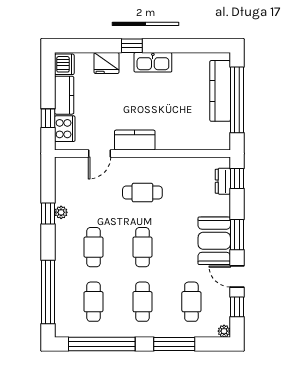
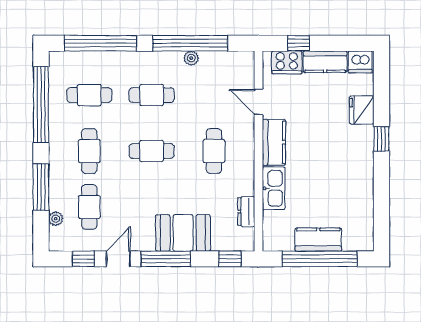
kitchen sink: (153, 62) -> (274, 188), moved, turned 180
kitchen counter: (220, 91) -> (318, 240), width x0.67
dresser: (223, 181) -> (246, 211), moved, turned -90
window: (48, 213) -> (190, 43), width x3.17
window: (237, 235) -> (166, 259), width x1.44
booth: (214, 241) -> (183, 233), moved
cafe table: (142, 302) -> (89, 151), turned 90
cafe table: (191, 302) -> (89, 207), turned 90
plant: (224, 331) -> (56, 219), moved

